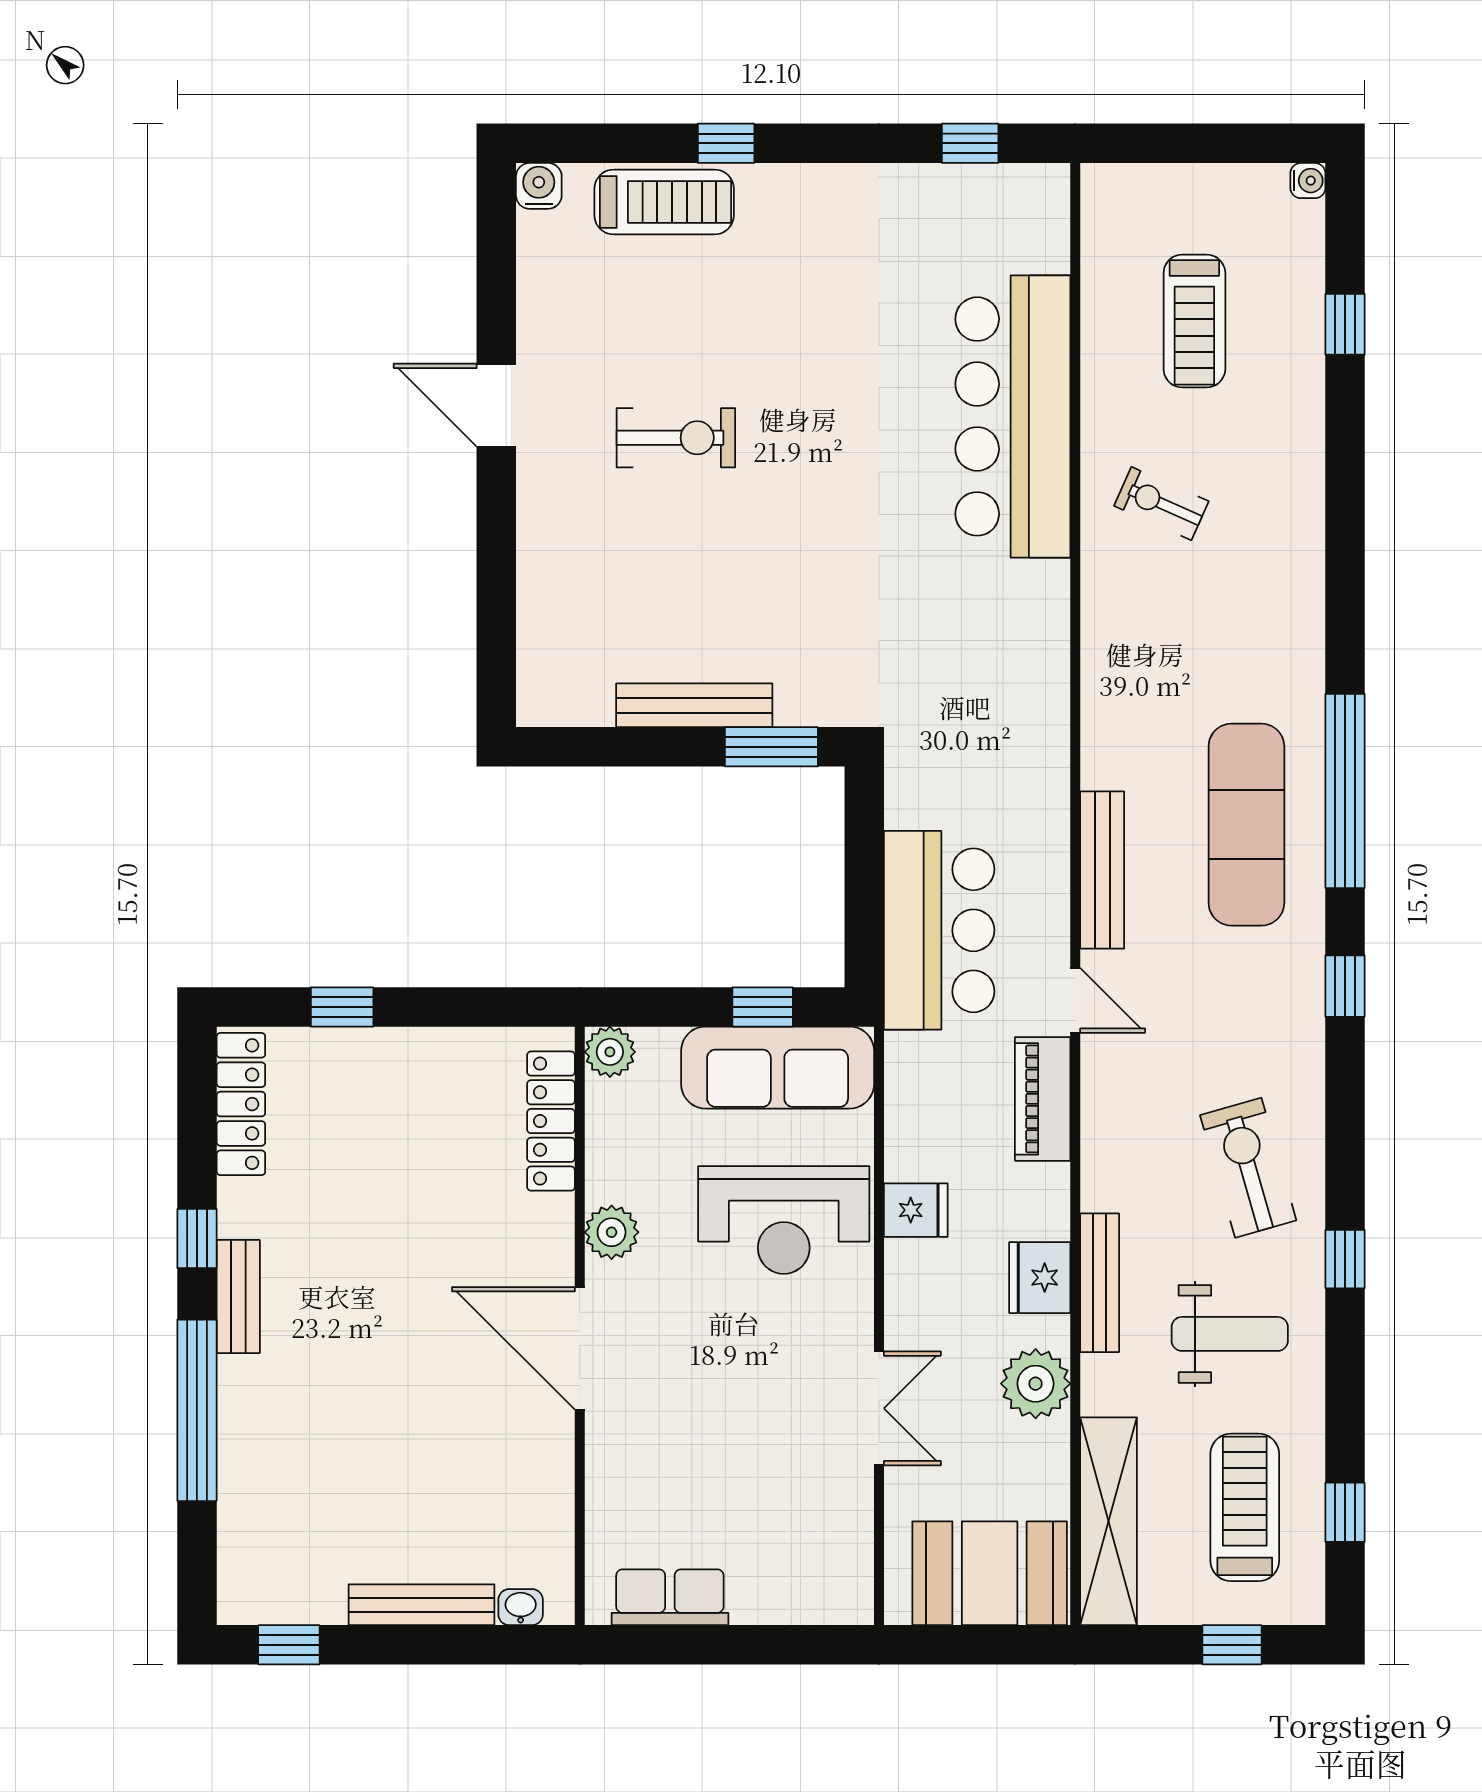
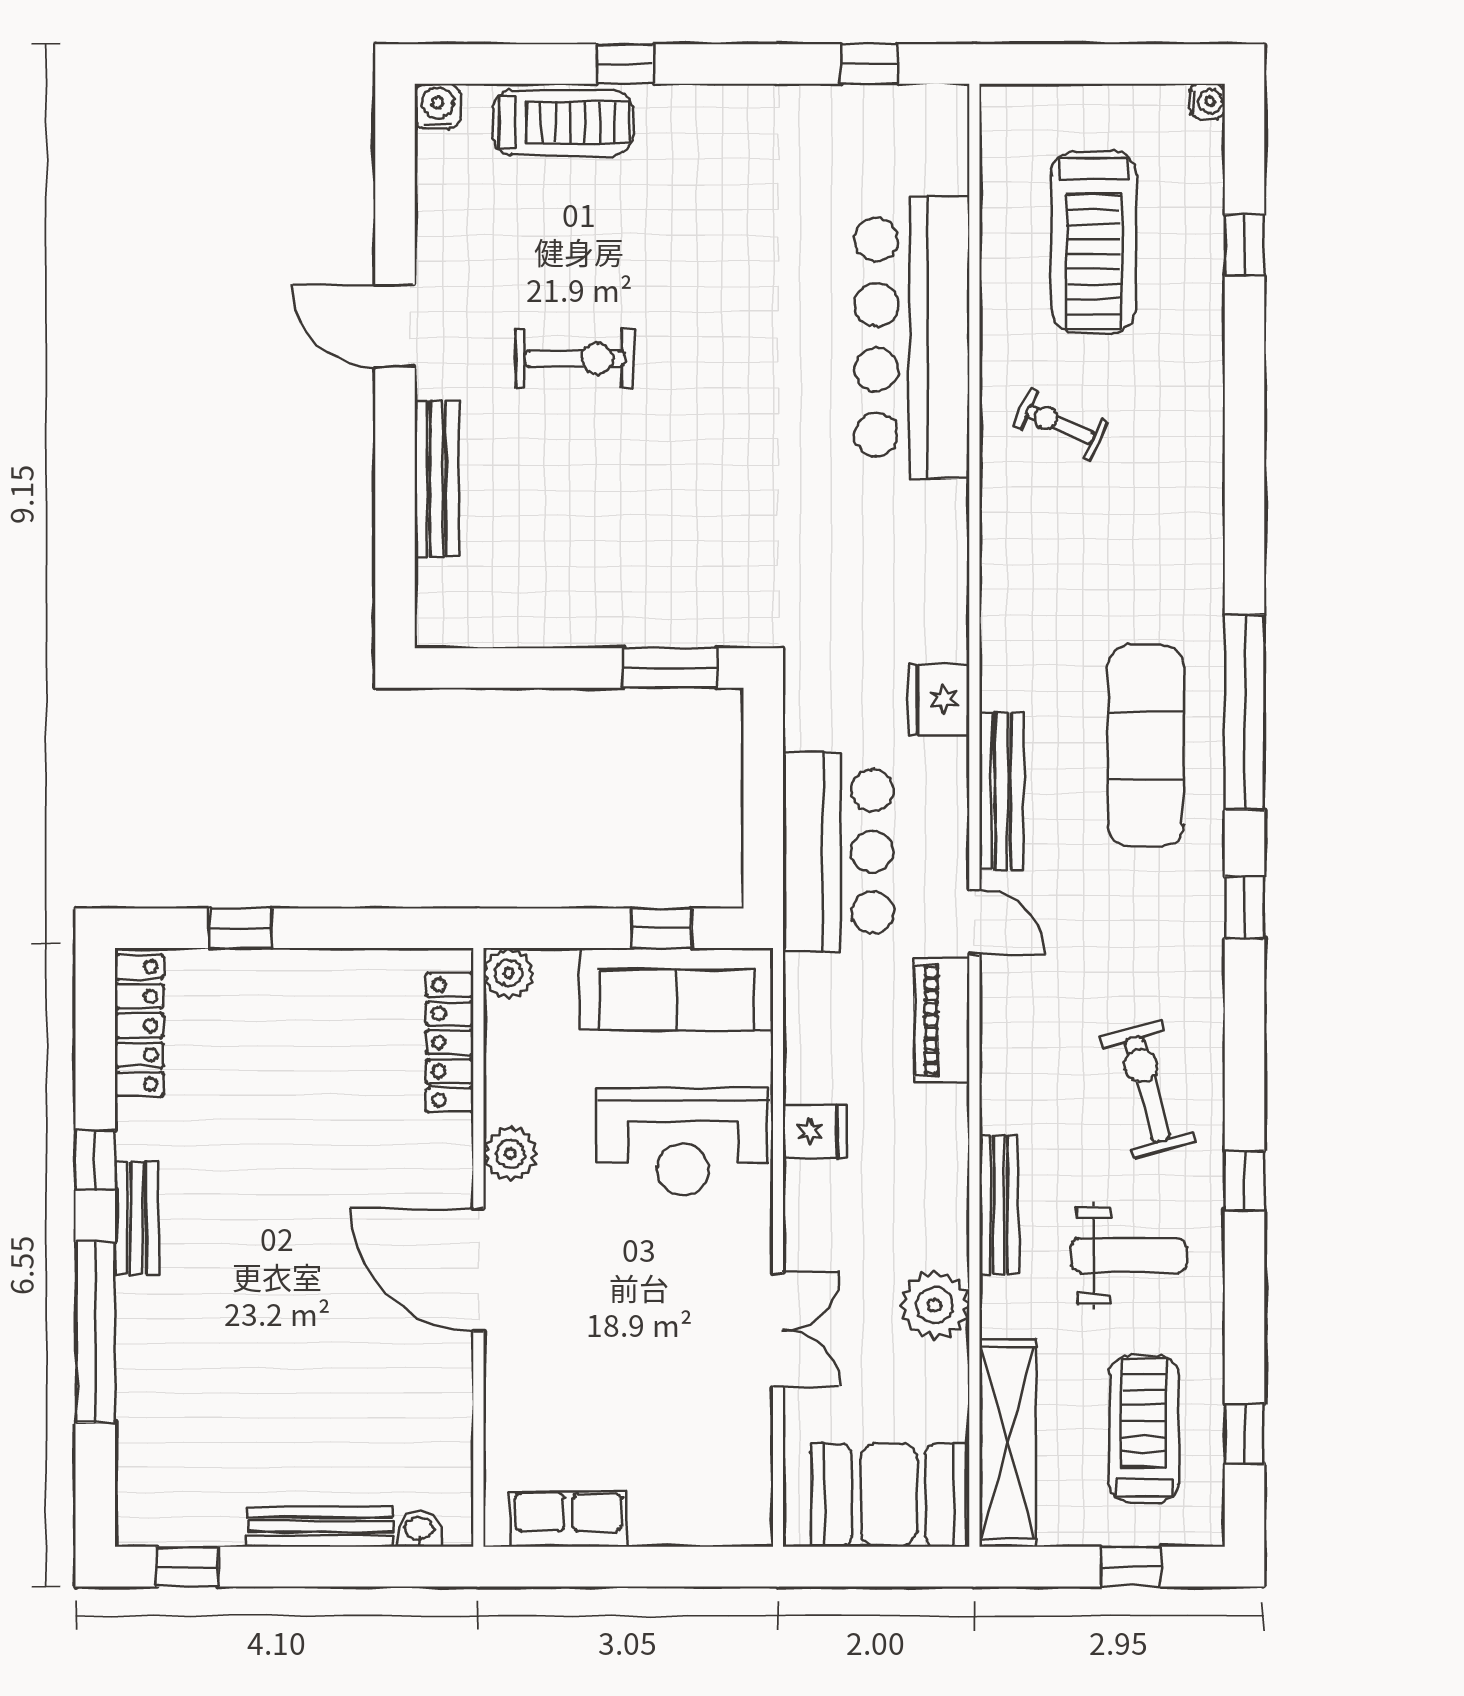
treadmill: (1194, 321) -> (1094, 242), width x1.37, depth x1.38
bench: (694, 705) -> (436, 479), moved, turned 90
fridge: (1040, 1278) -> (939, 699), moved

